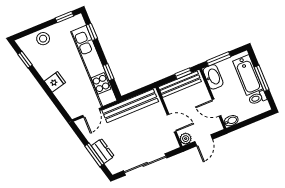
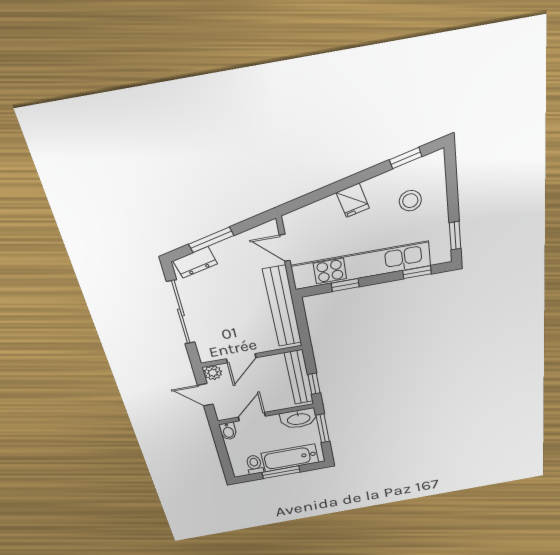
stool: (43, 39) -> (410, 201), moved
dresser: (103, 151) -> (195, 262), moved

